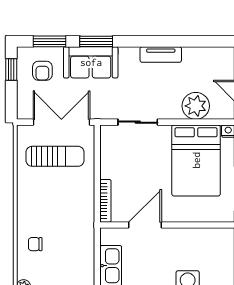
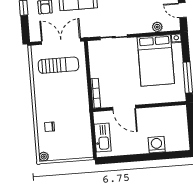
plant: (196, 106) -> (157, 27), width x0.53, depth x0.53
door: (145, 225) -> (124, 108), swing flipped

